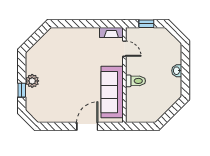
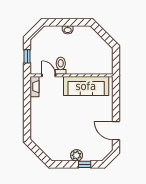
door: (124, 49) -> (49, 75), hinge flipped
toilet: (135, 81) -> (61, 66), moved
door: (87, 126) -> (116, 131), moved

